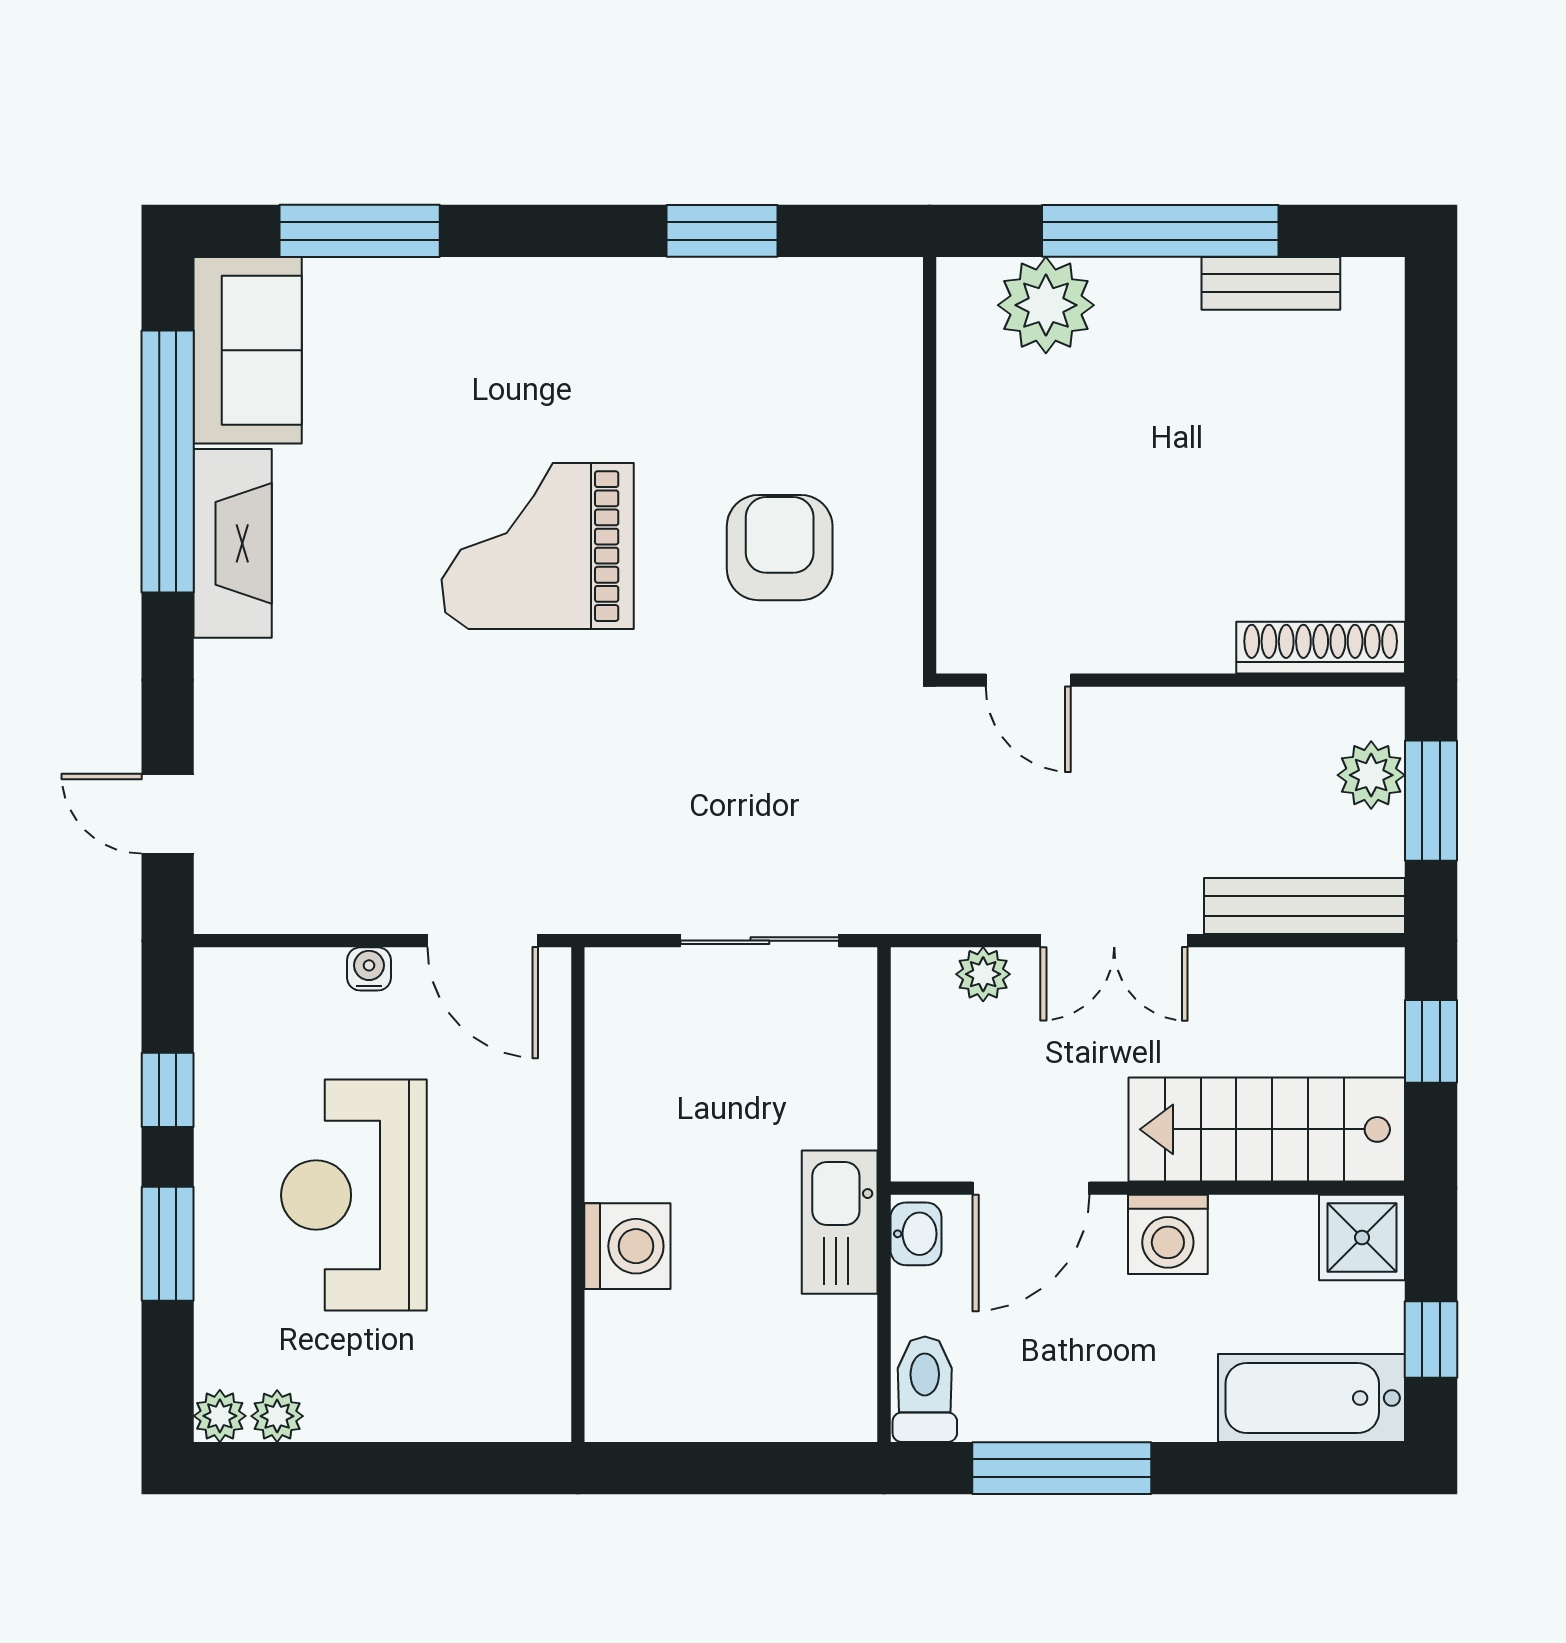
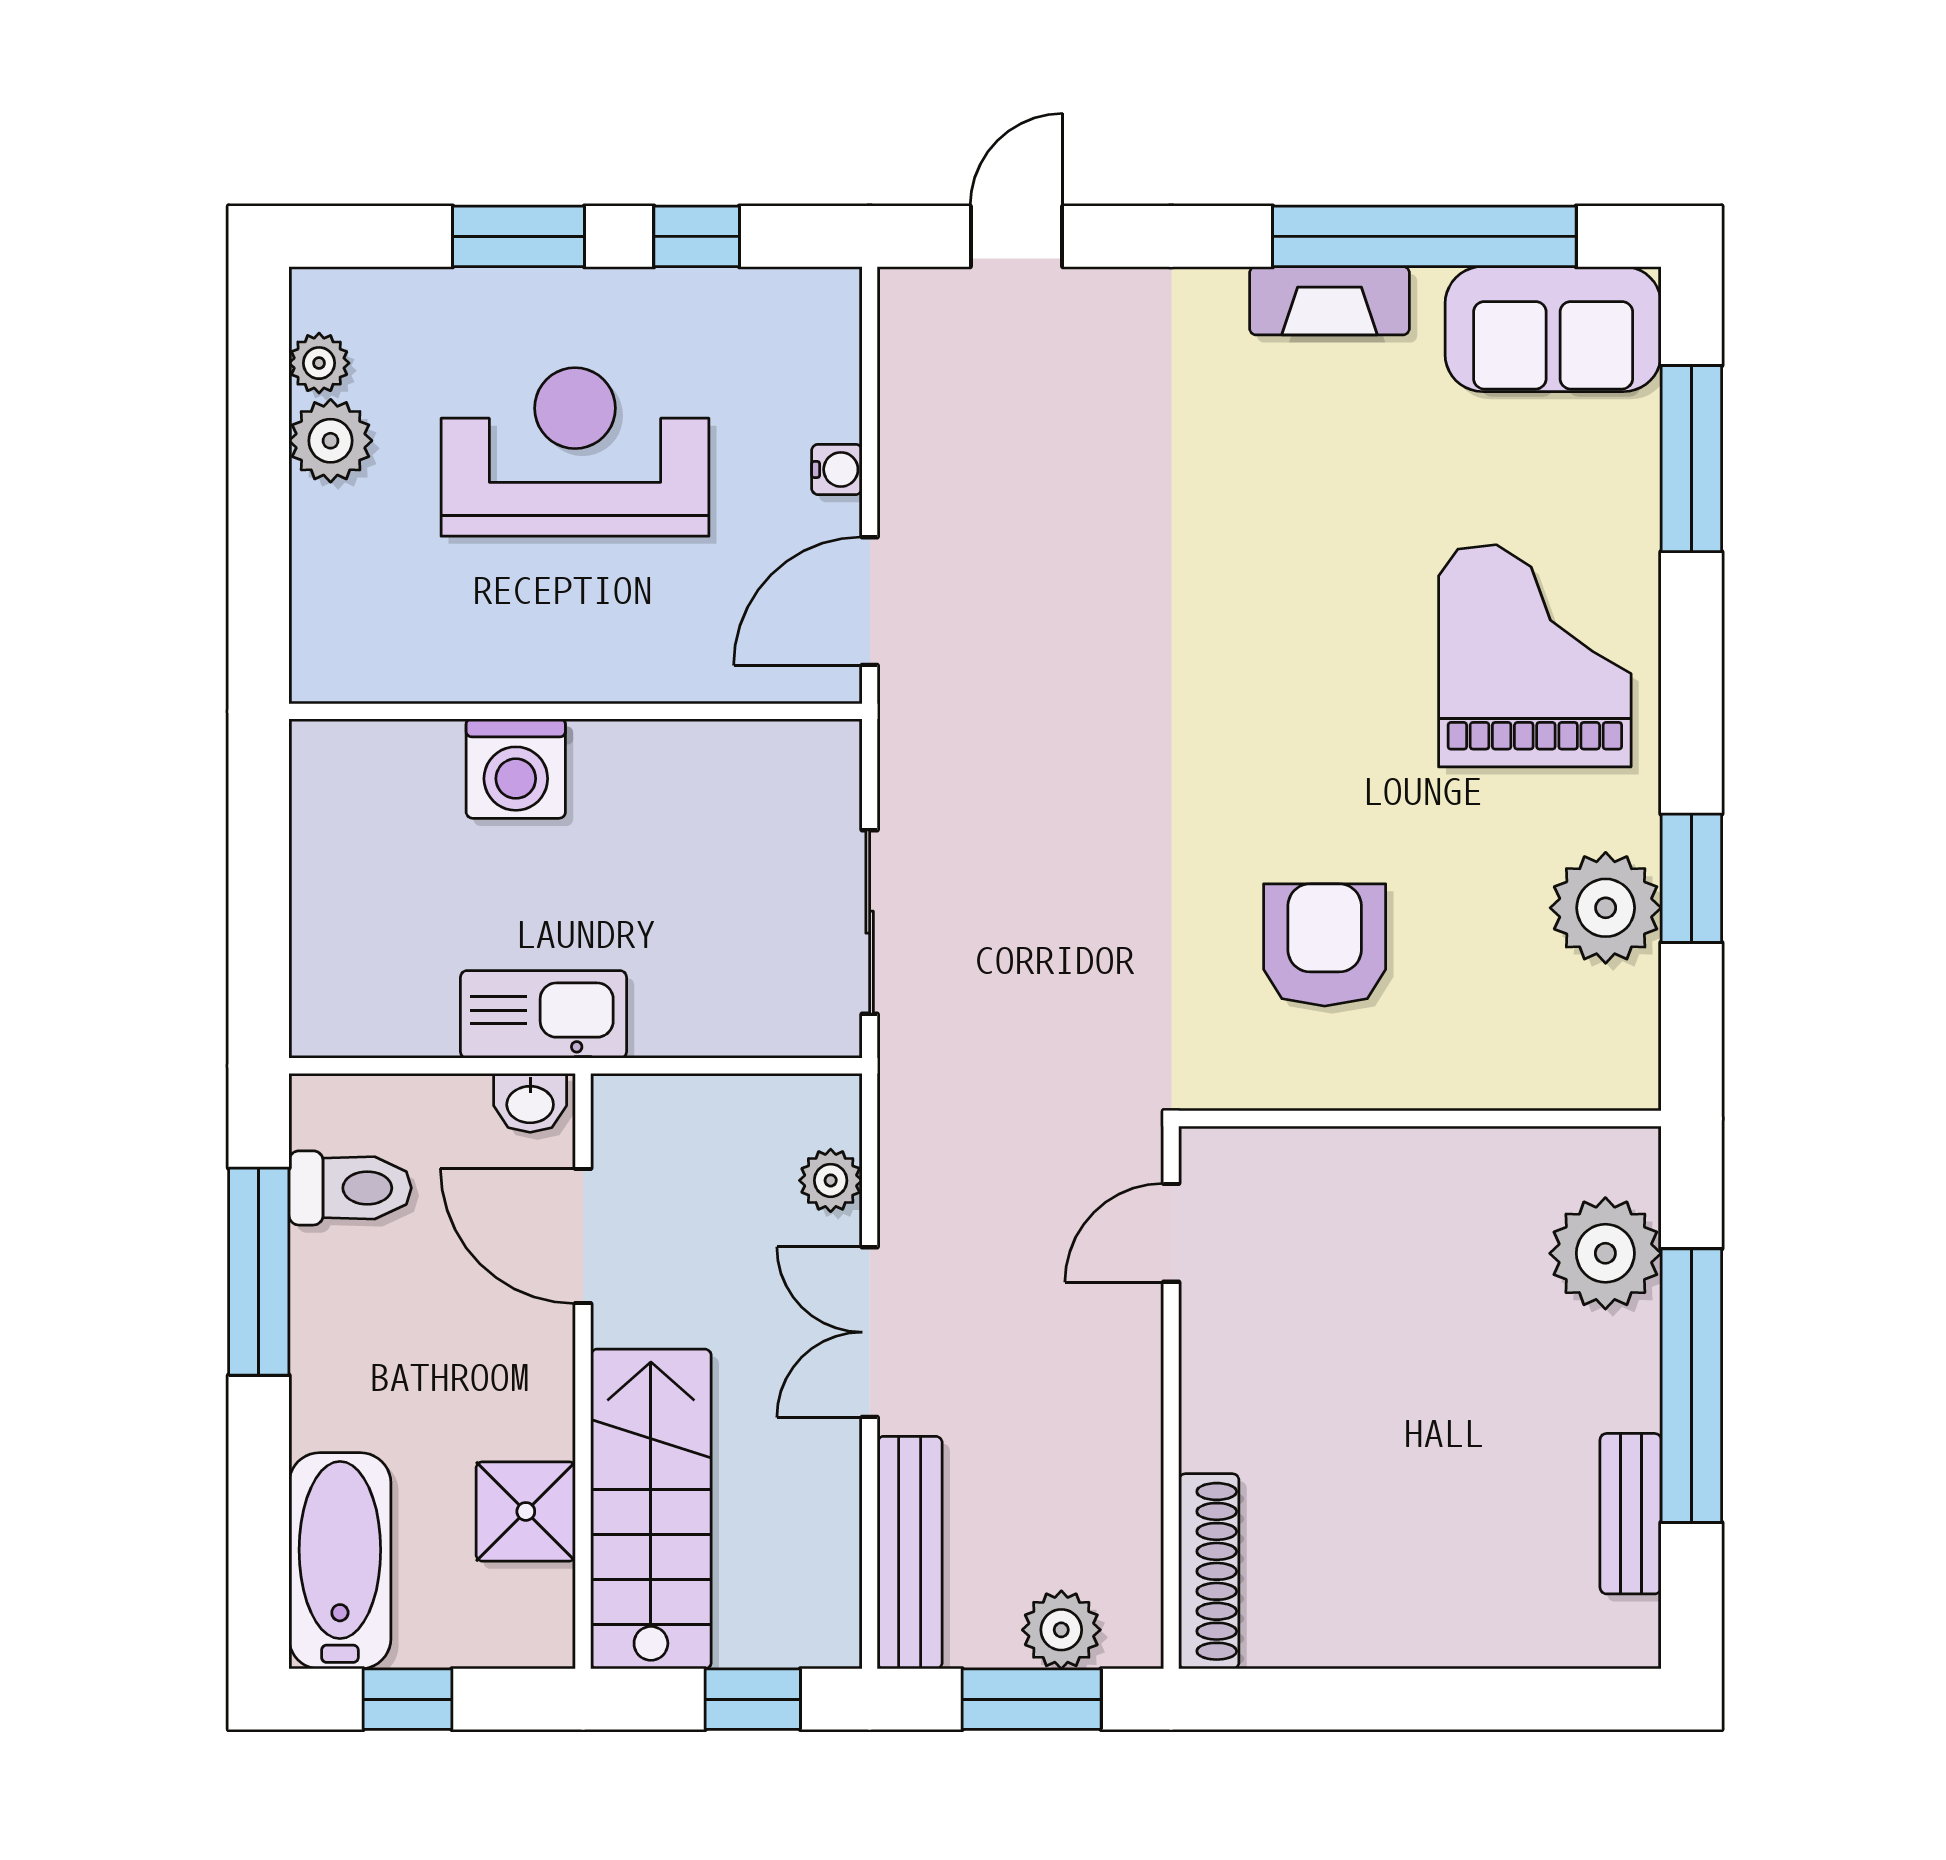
plant: (748, 305) -> (1606, 908), added
fireplace: (233, 543) -> (1330, 301), width x0.73, depth x0.76
grand piano: (538, 546) -> (1535, 656), moved
armchair: (780, 548) -> (1325, 945), turned -90
washing machine: (1168, 1234) -> (529, 1394), removed
shower: (1362, 1238) -> (526, 1511), moved
toilet: (925, 1389) -> (350, 1188), moved
plant: (220, 1416) -> (331, 441), moved, width x1.38, depth x1.38

